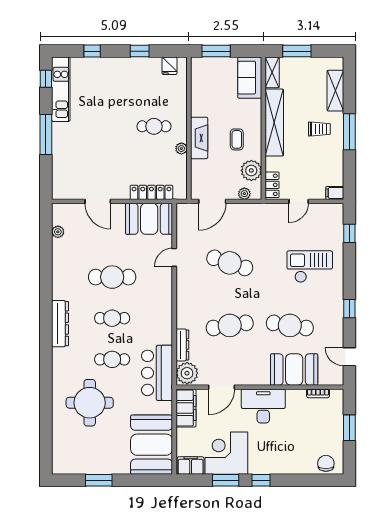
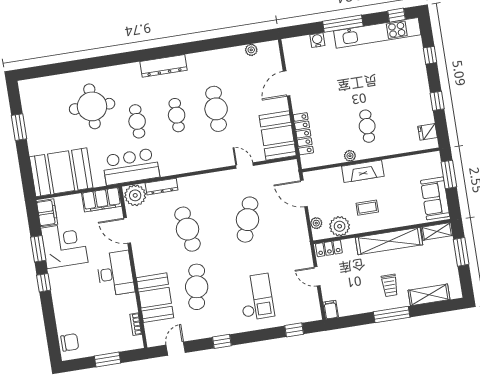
sofa: (250, 78) -> (435, 198), moved, turned -90
kitchen unit: (61, 89) -> (377, 33), width x1.36
water cooler: (59, 163) -> (317, 40), added

